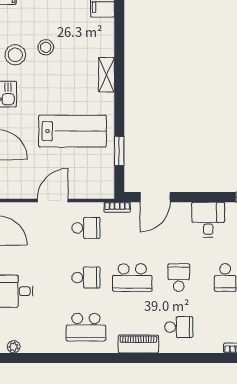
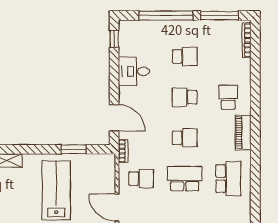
school desk: (86, 228) -> (141, 179), turned 90
school desk: (86, 278) -> (185, 179), width x1.85
school desk: (132, 278) -> (185, 138), width x0.54

